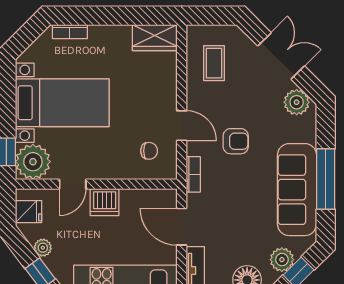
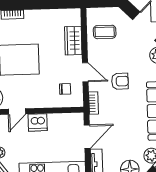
wardrobe: (155, 38) -> (73, 41), moved, turned 90
coffee table: (214, 63) -> (105, 32), turned 90
door: (182, 227) -> (87, 137), swing flipped

